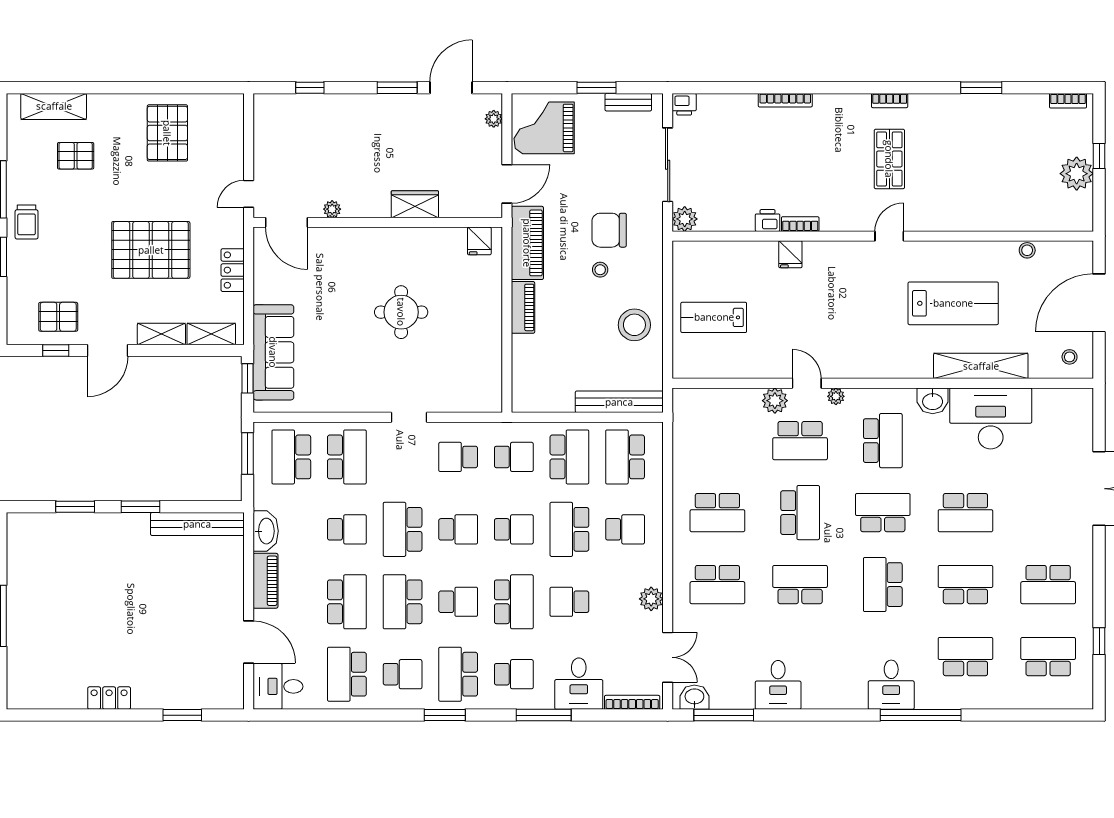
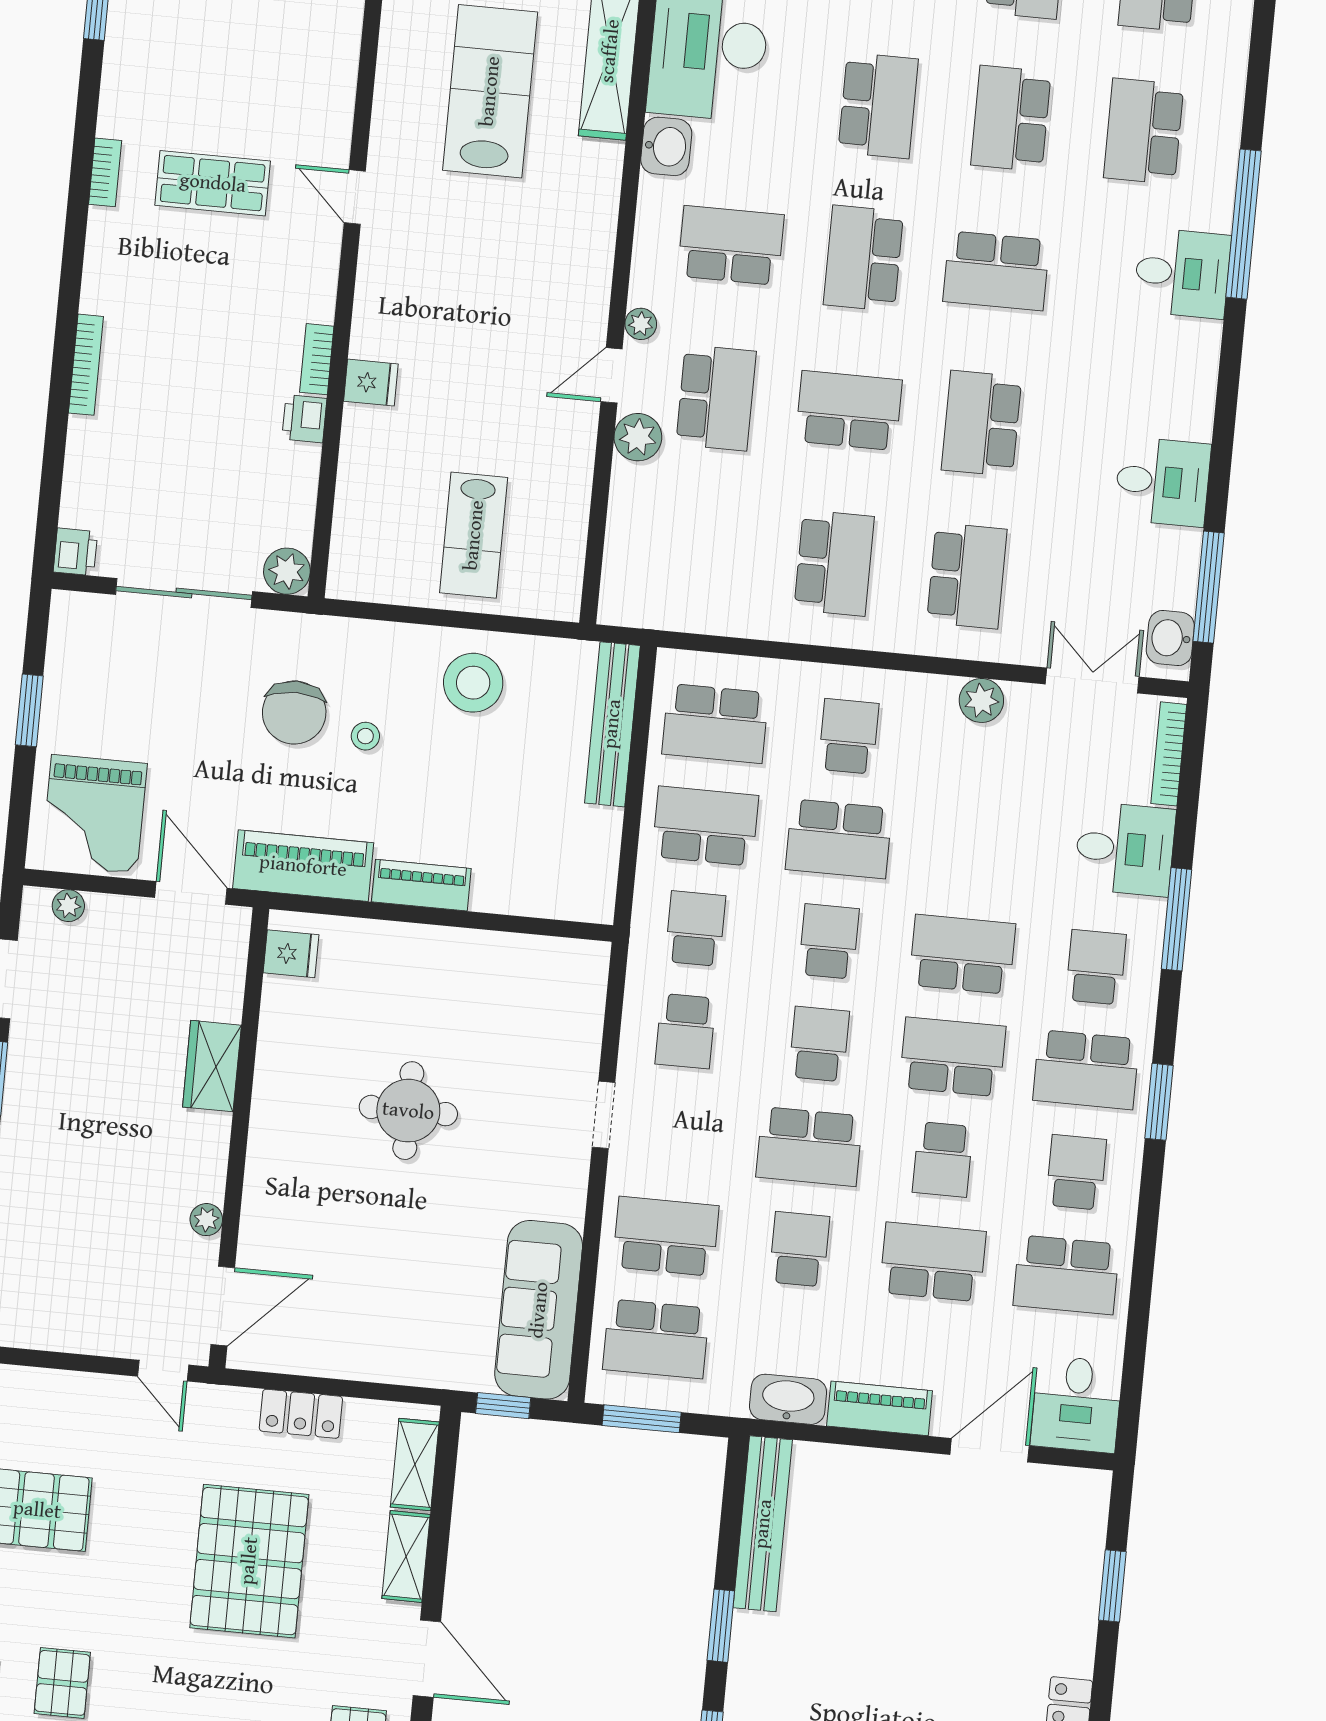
bench: (628, 102) -> (62, 654), removed
sofa: (273, 352) -> (539, 1310), moved, turned -90
school desk: (403, 602) -> (943, 1159), width x0.54
school desk: (458, 602) -> (953, 1057), width x1.85
school desk: (569, 602) -> (972, 852), removed

